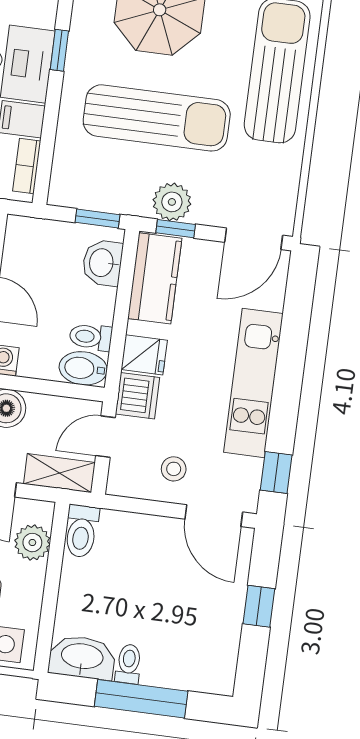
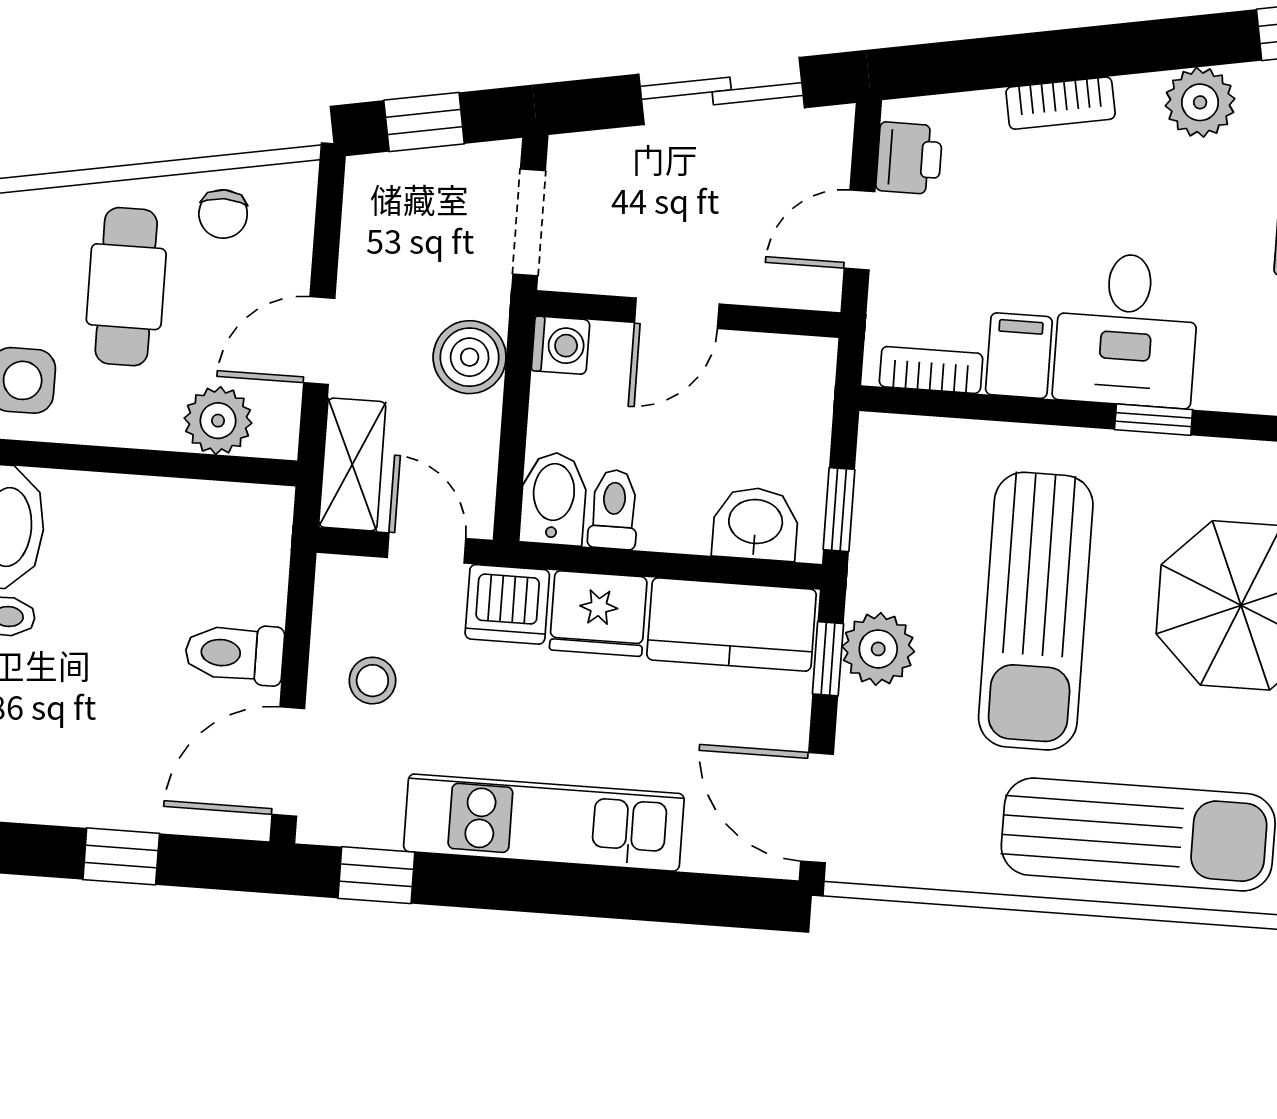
fridge: (144, 355) -> (598, 613), width x1.38
toilet: (81, 531) -> (234, 654), moved

